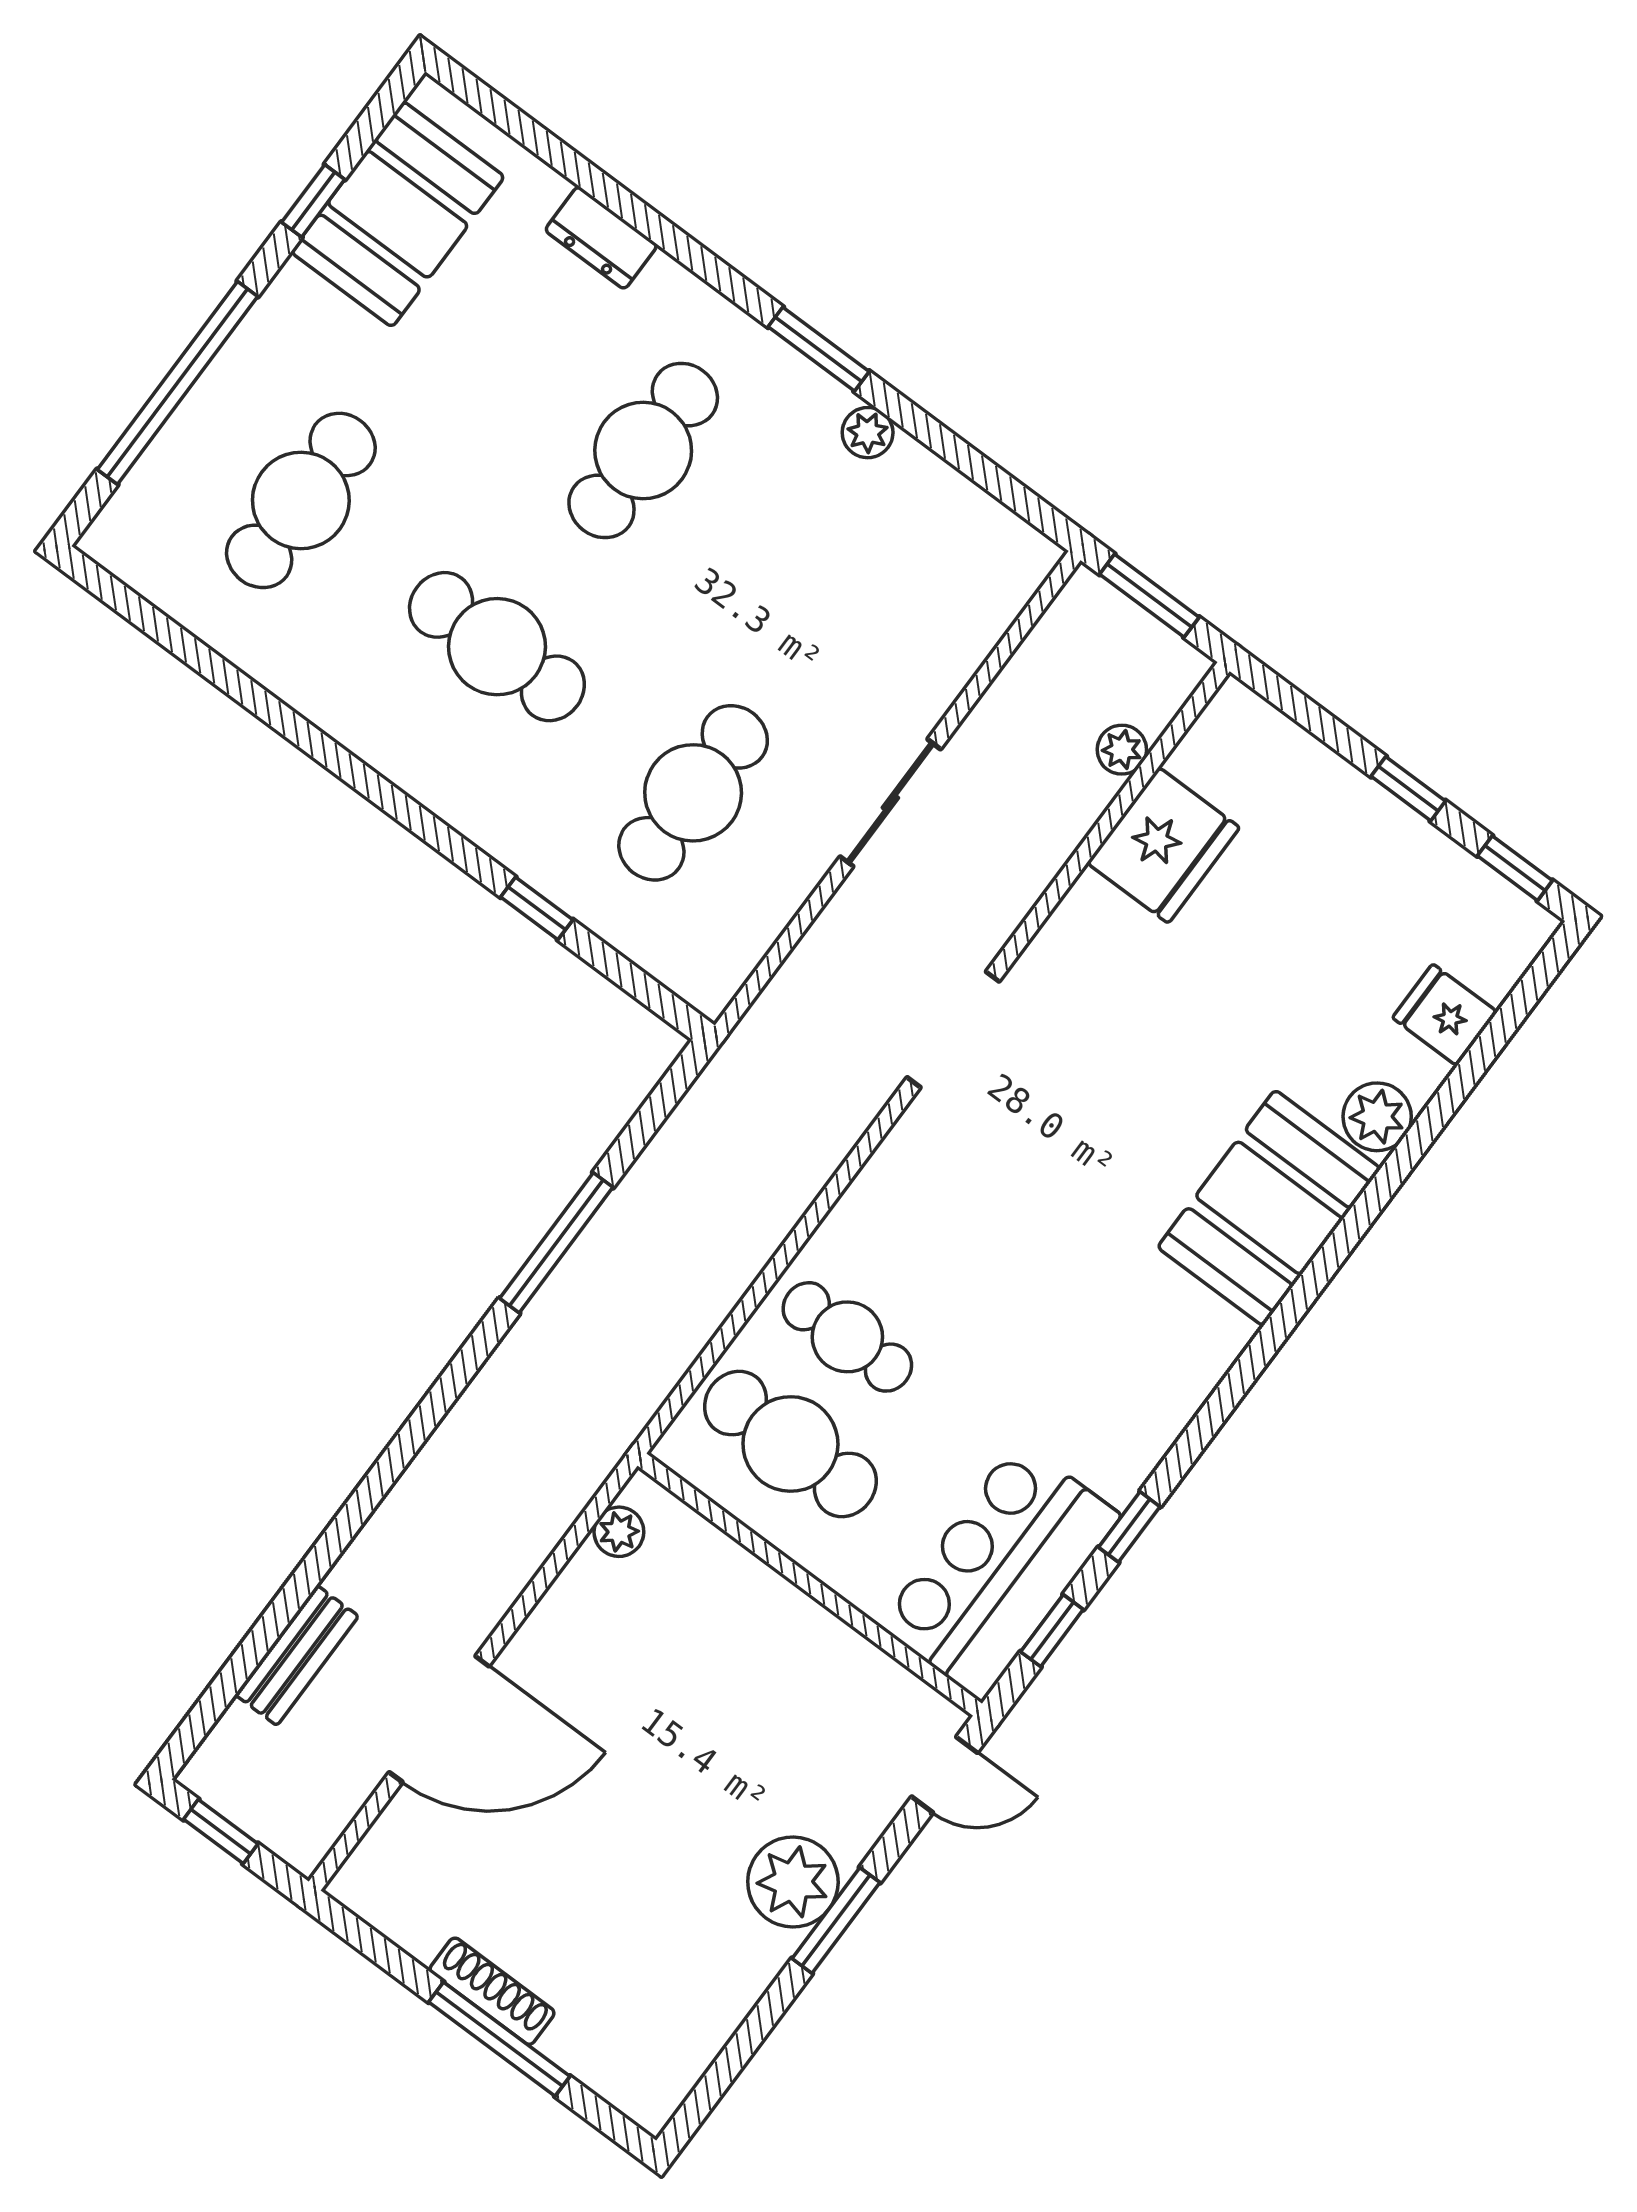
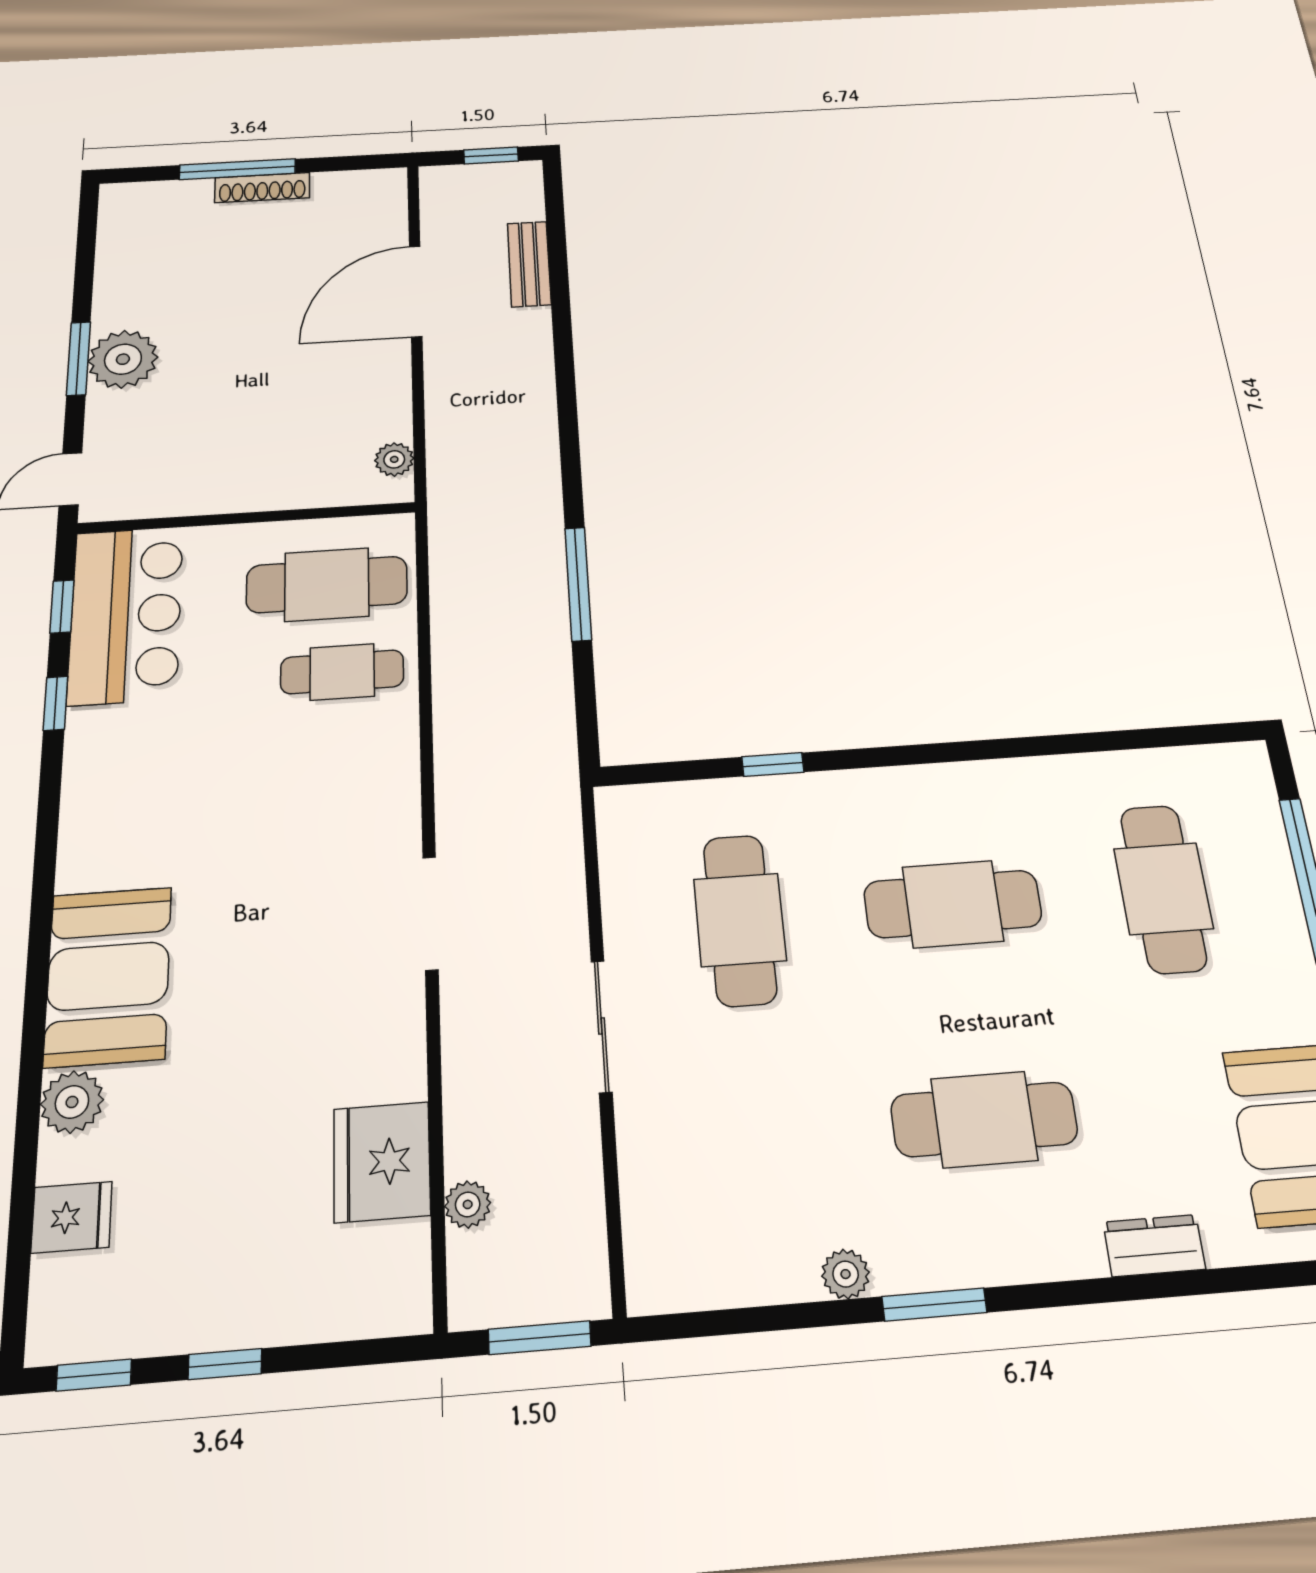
cafe table: (643, 451) -> (984, 1119), turned 90

